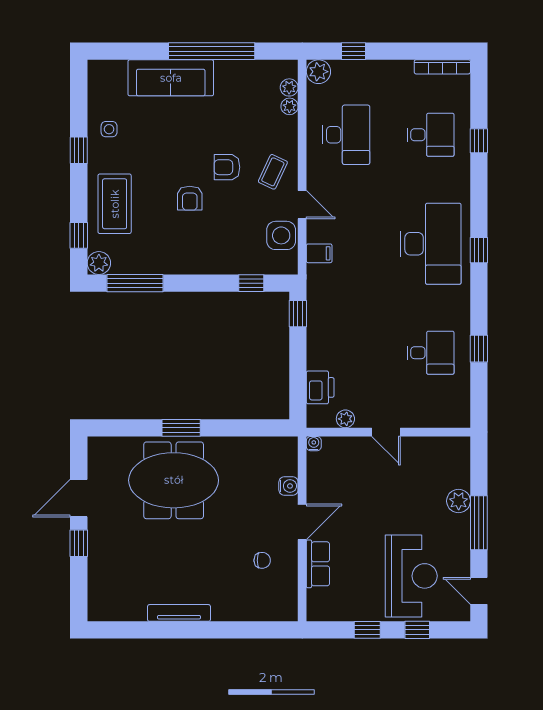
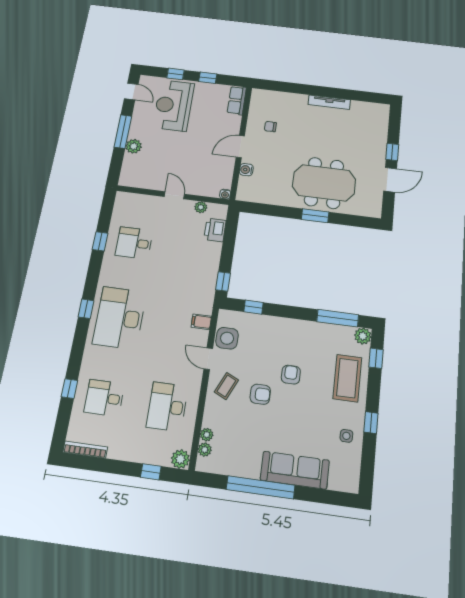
row of seats: (318, 564) -> (237, 100), moved

